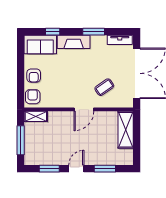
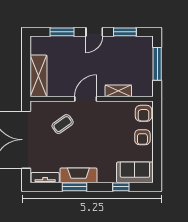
fireplace: (74, 42) -> (78, 175), moved
armchair: (34, 76) -> (142, 137), turned 180
shelving: (36, 116) -> (118, 91), moved

